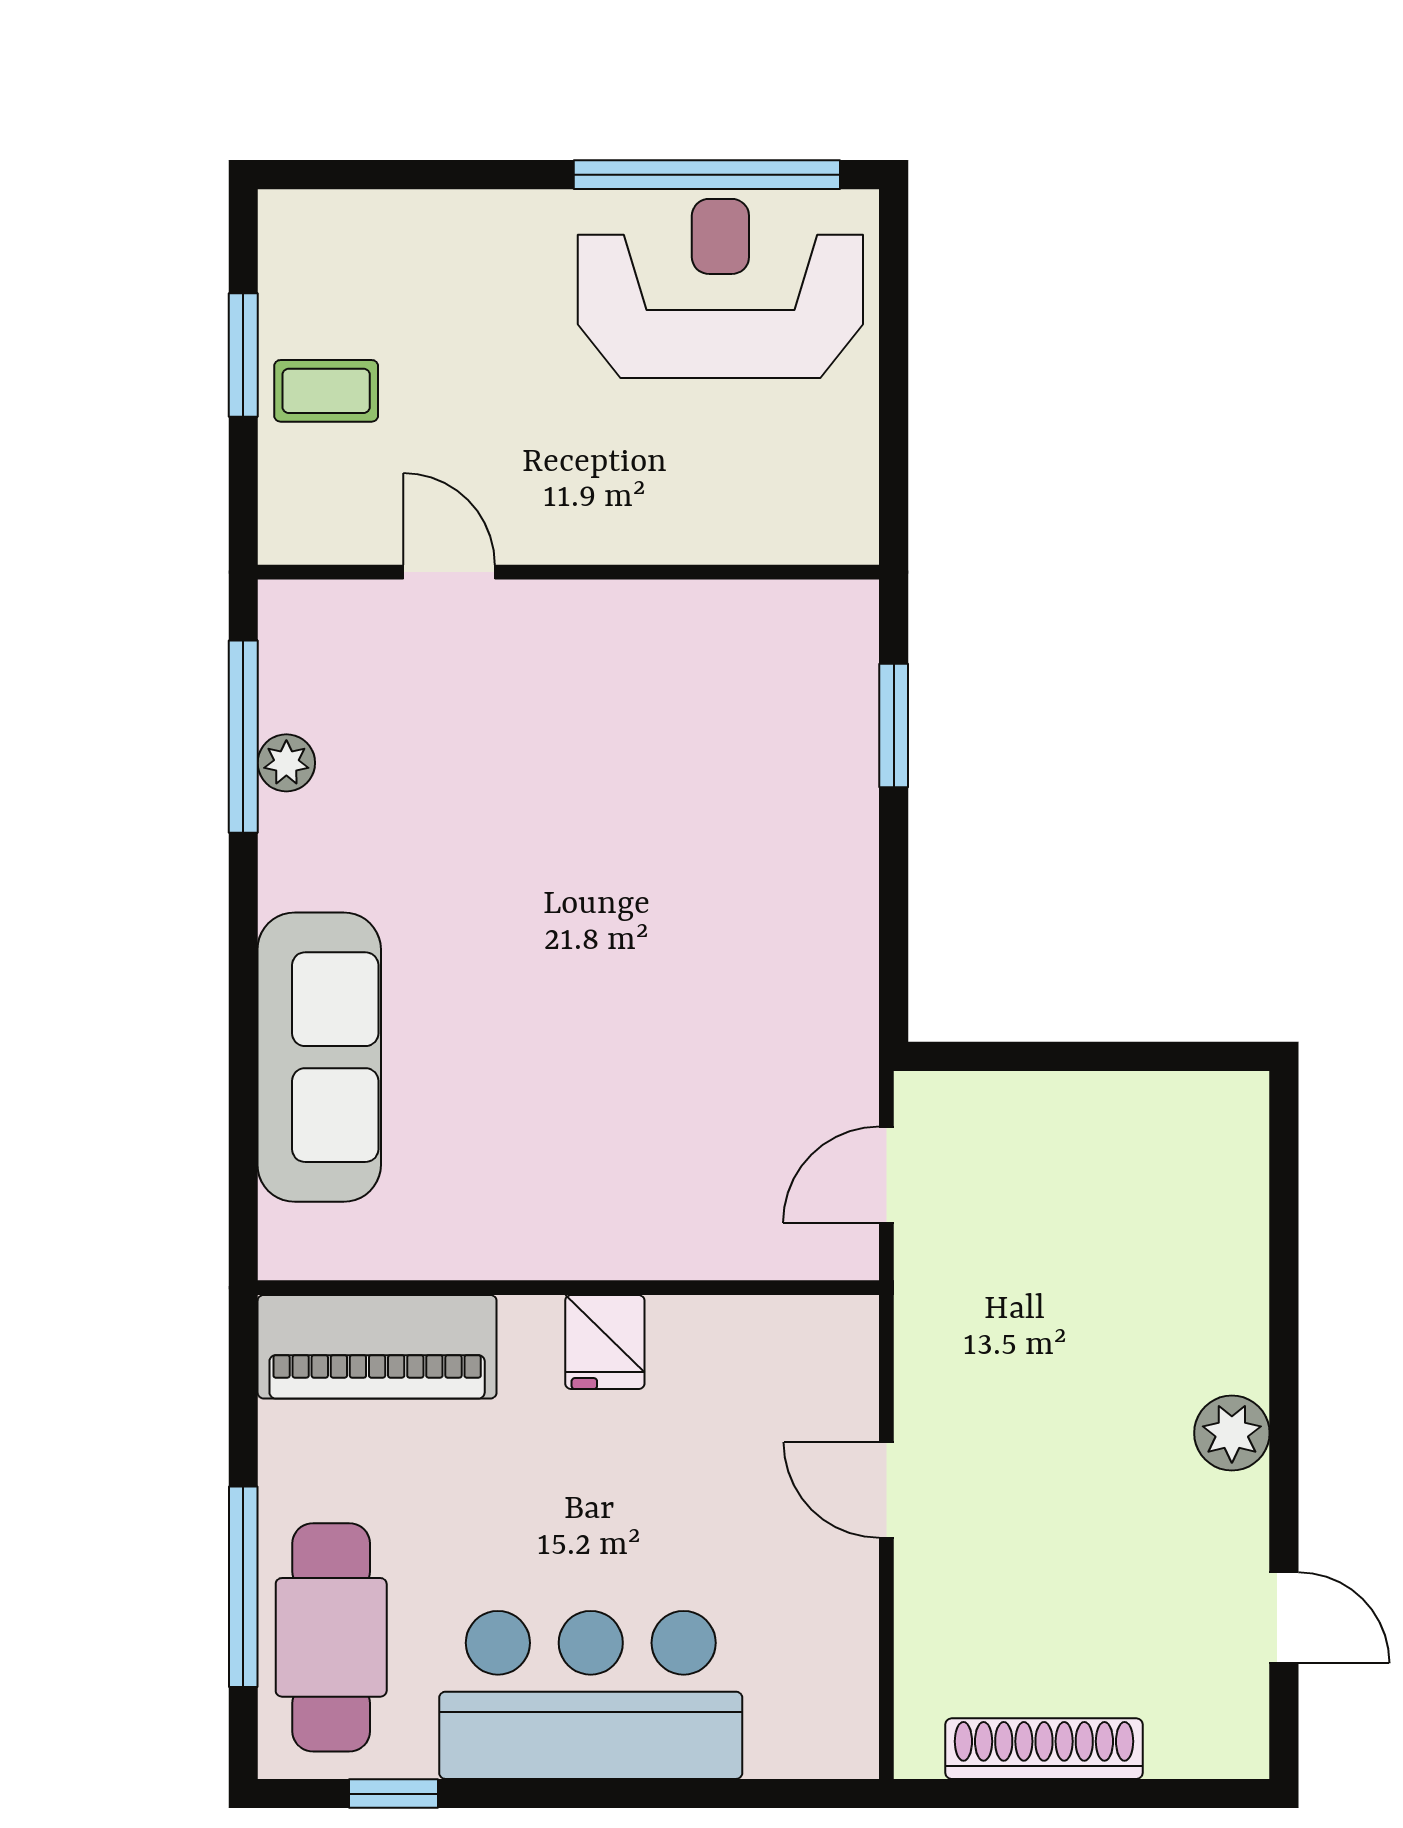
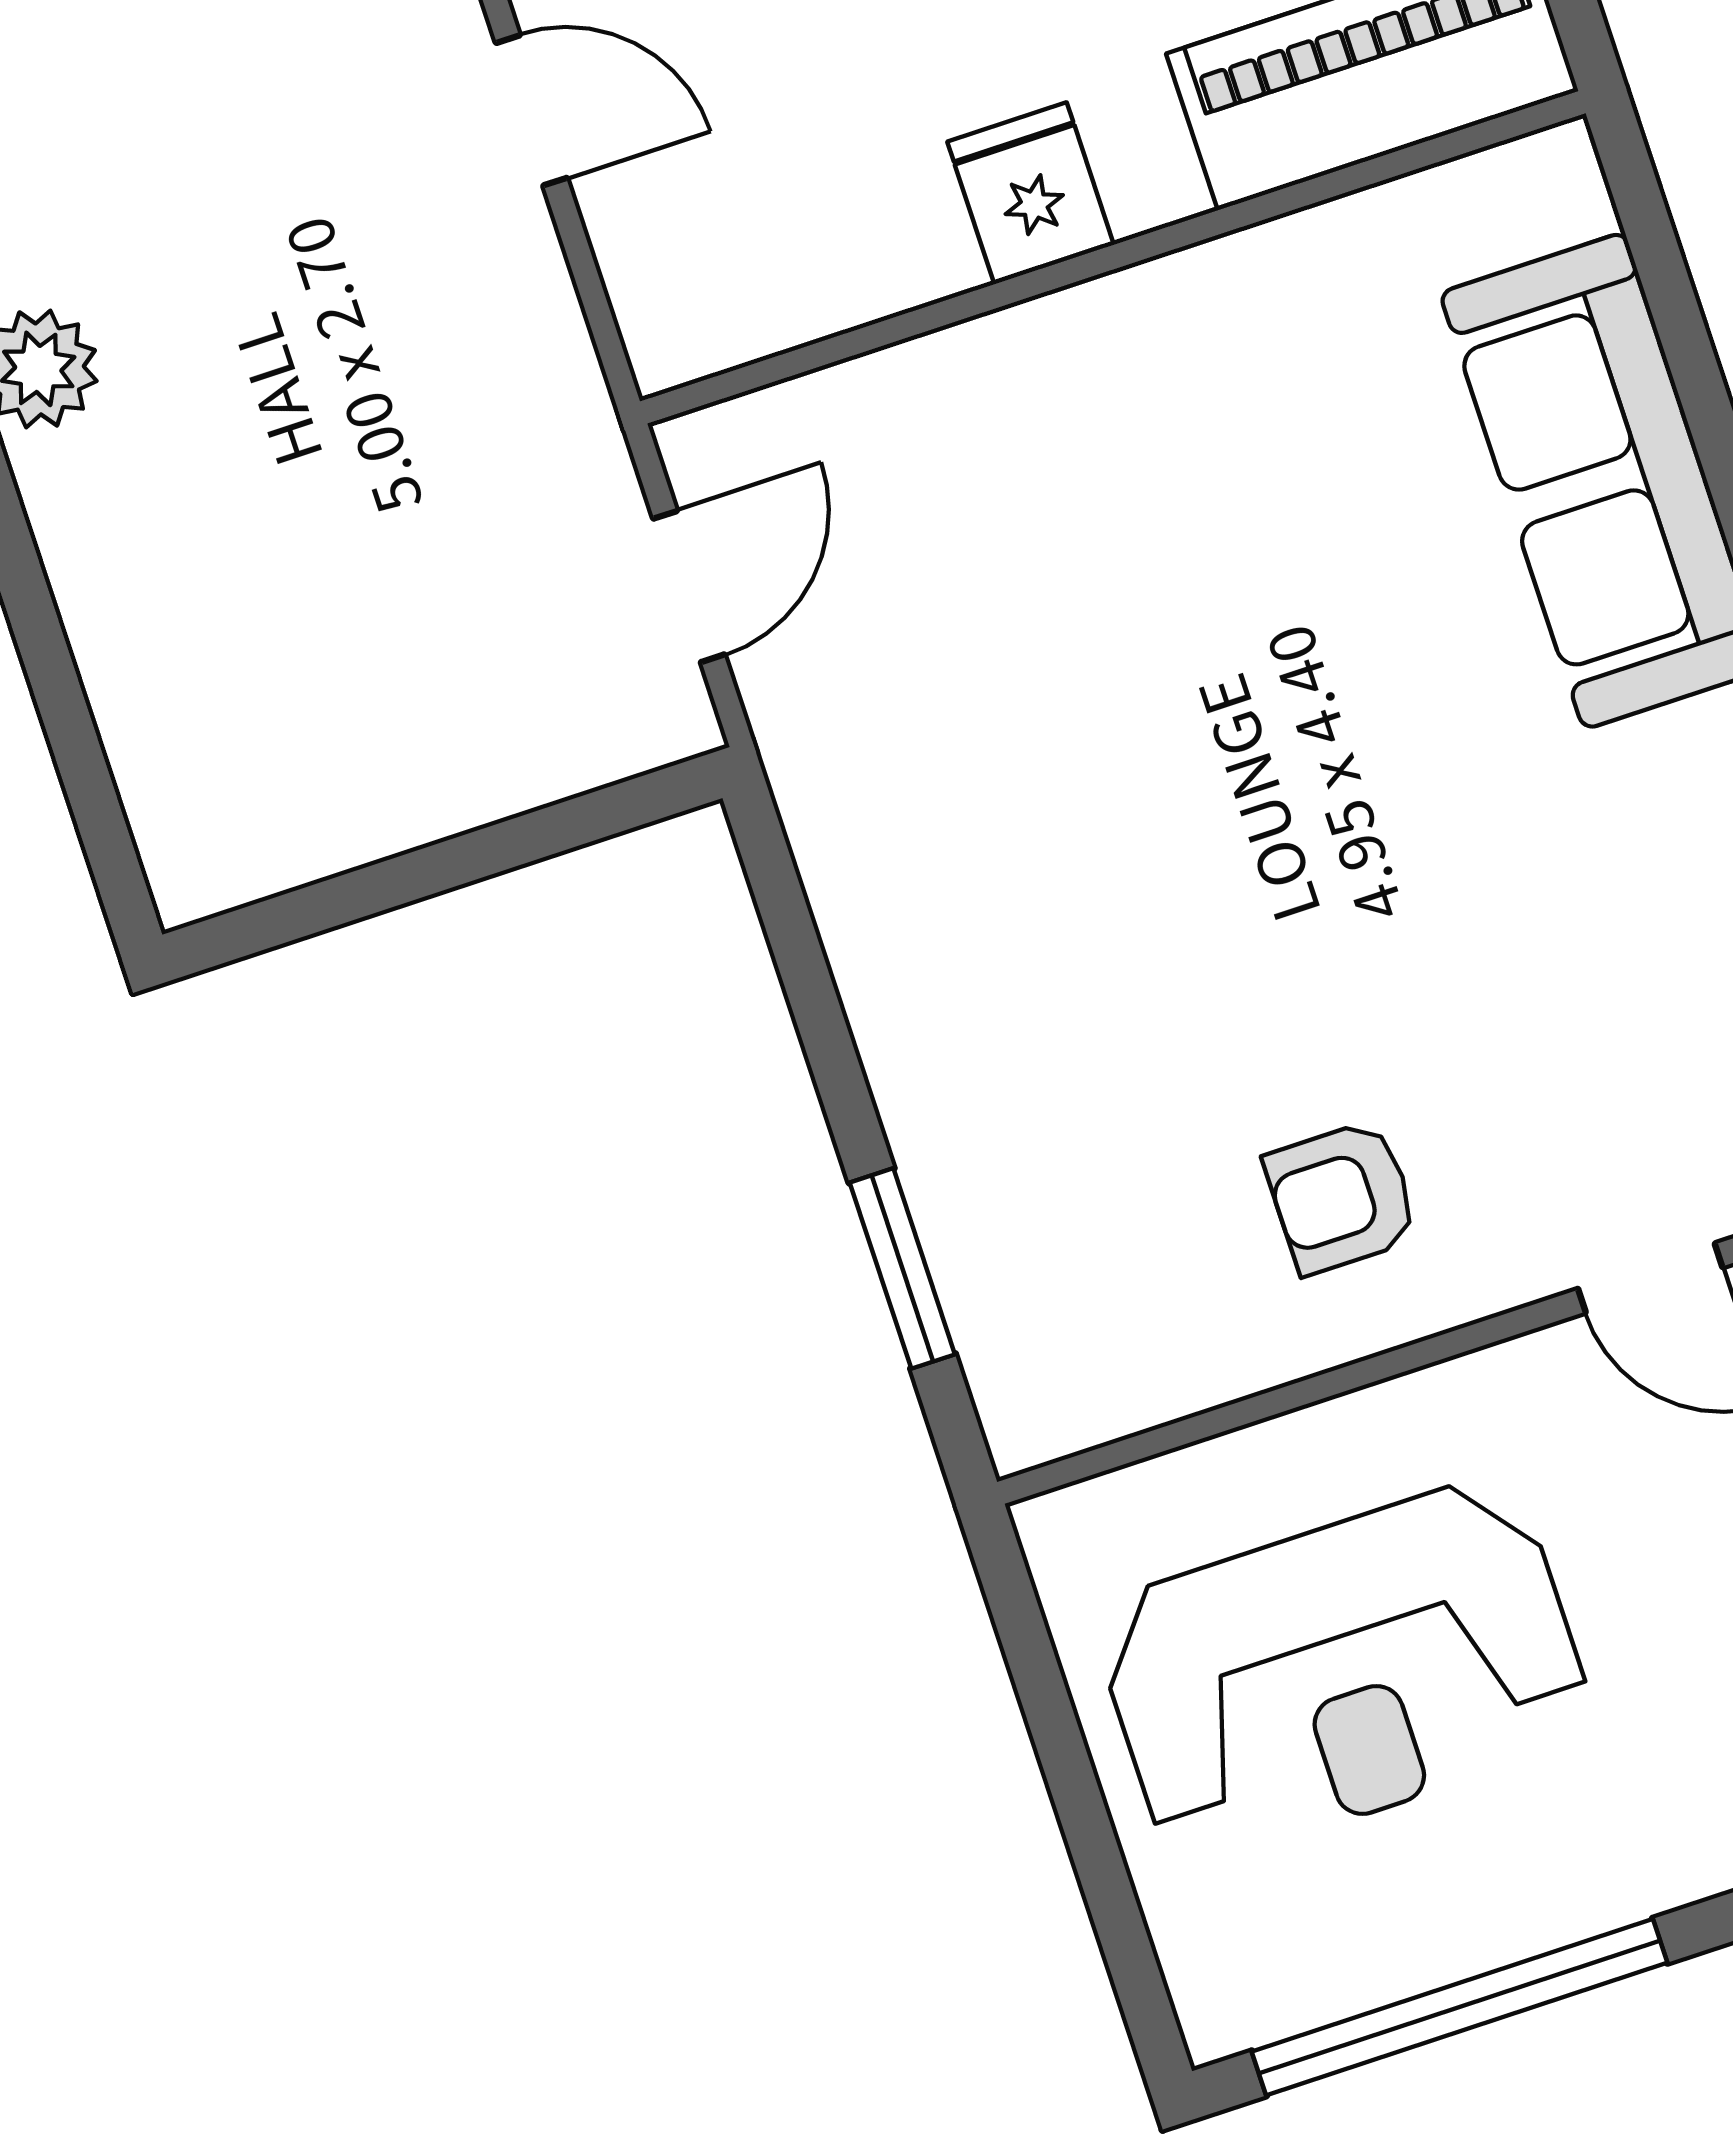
reception desk: (720, 288) -> (1343, 1671), moved
armchair: (617, 681) -> (1342, 1197), added

